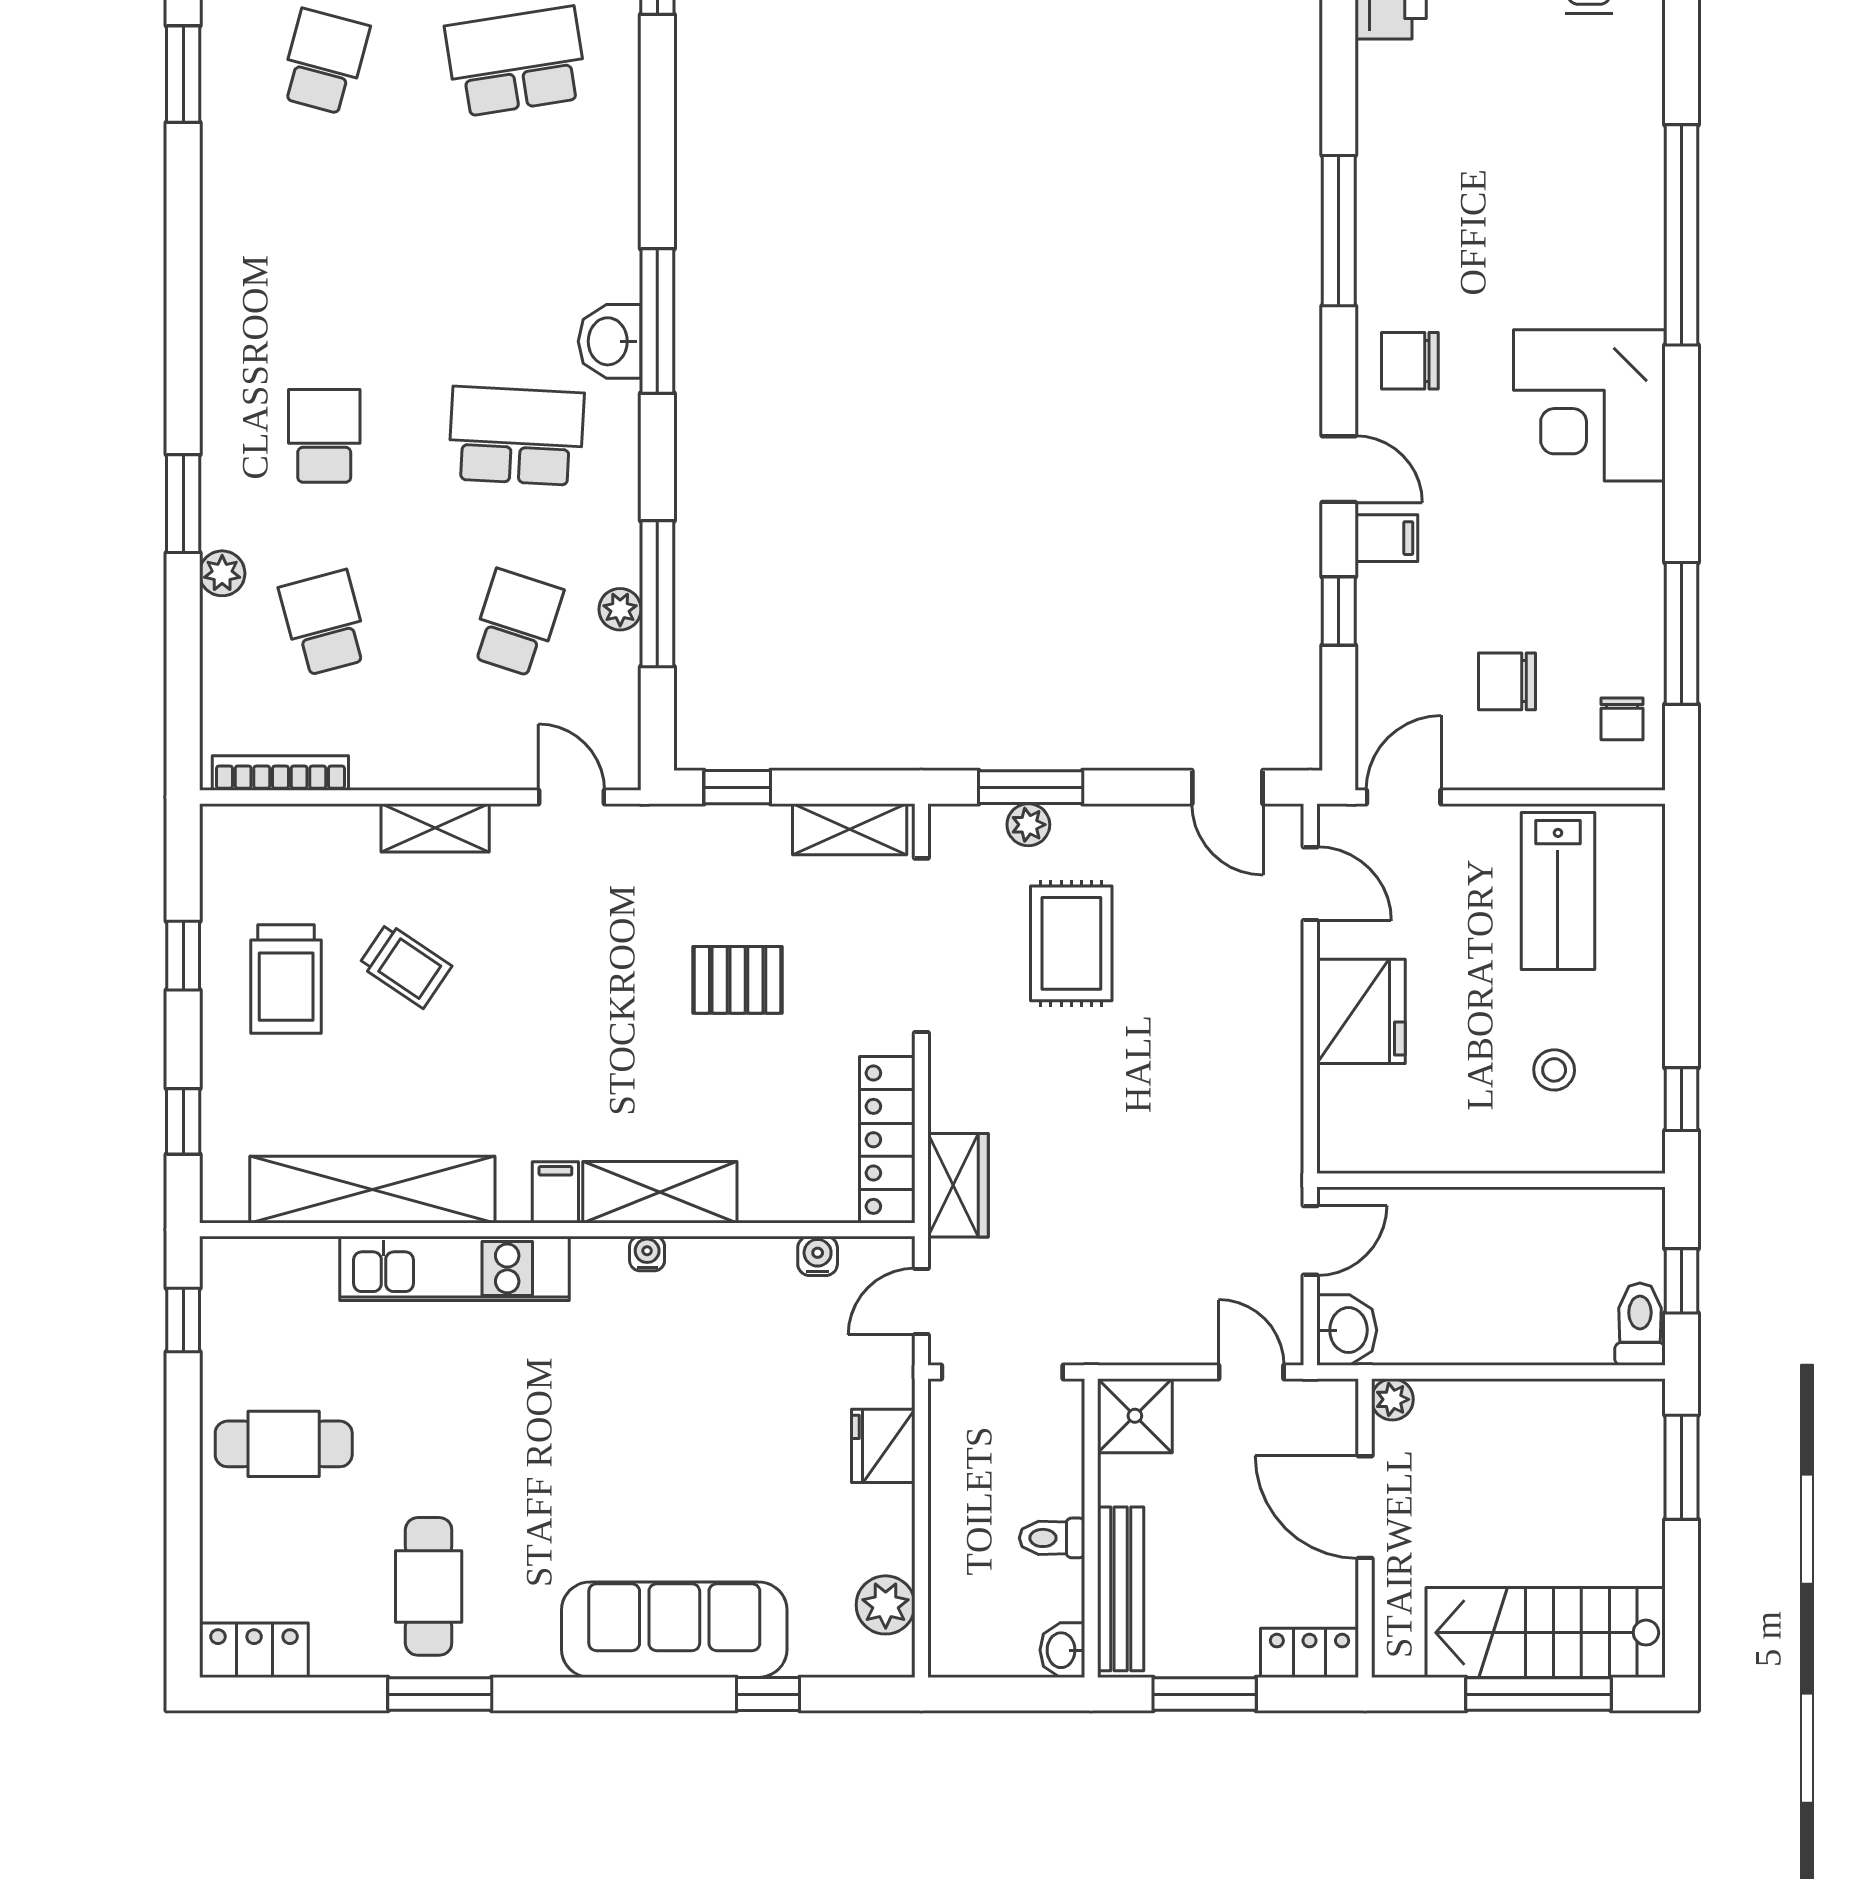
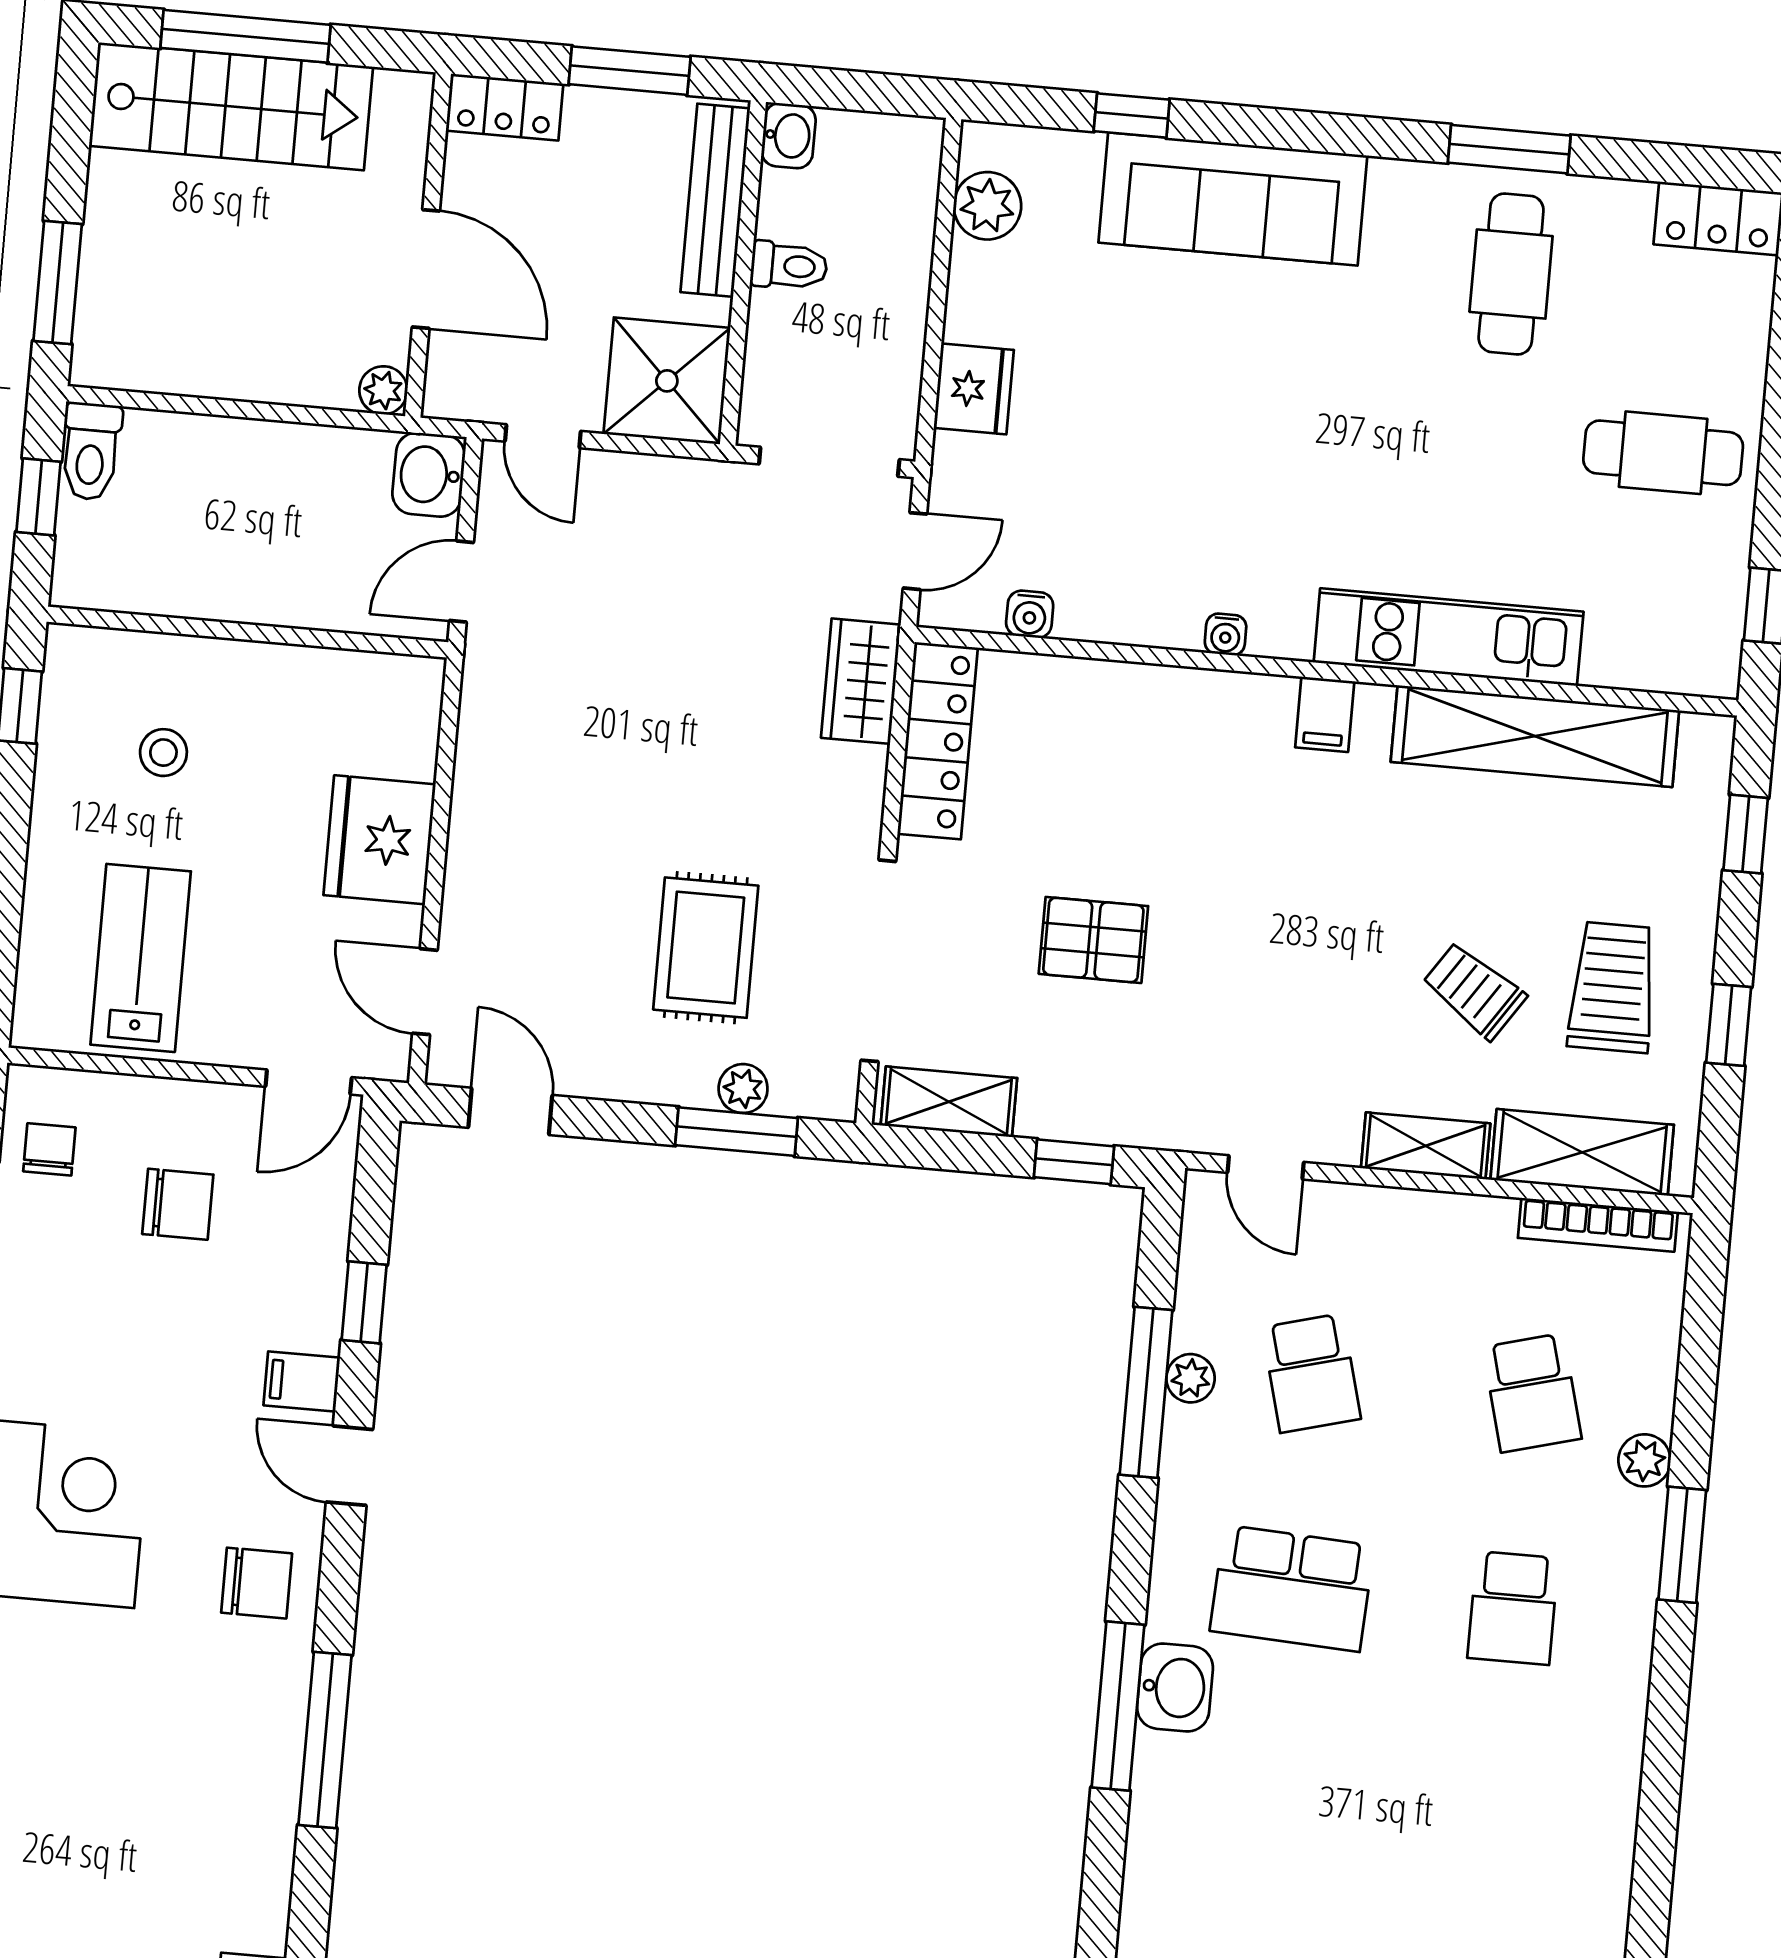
school desk: (516, 623) -> (1311, 1373), turned -33
shelving: (660, 1192) -> (1582, 1152), moved
shower: (1135, 1416) -> (667, 381), width x1.36, depth x1.36

